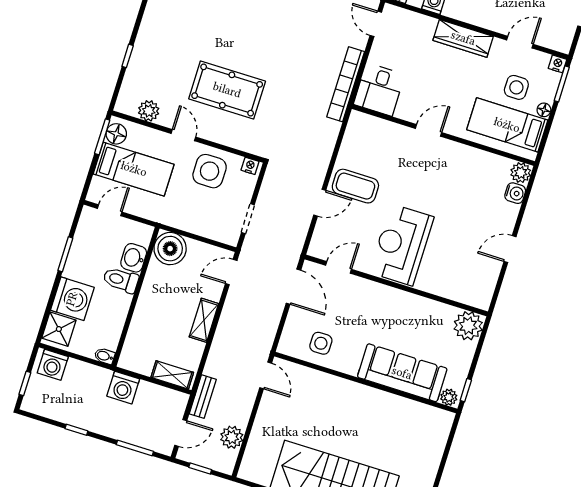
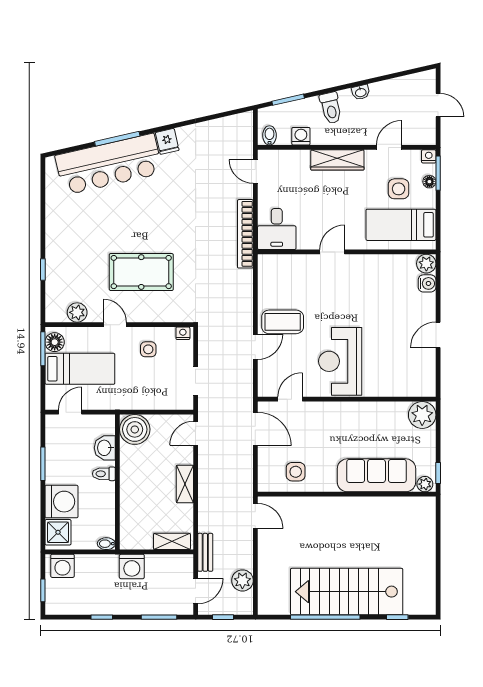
floor lamp: (544, 110) -> (429, 182), moved
side table: (210, 171) -> (148, 349), width x0.54, depth x0.54
toilet: (121, 280) -> (104, 474), width x0.73, depth x0.72

